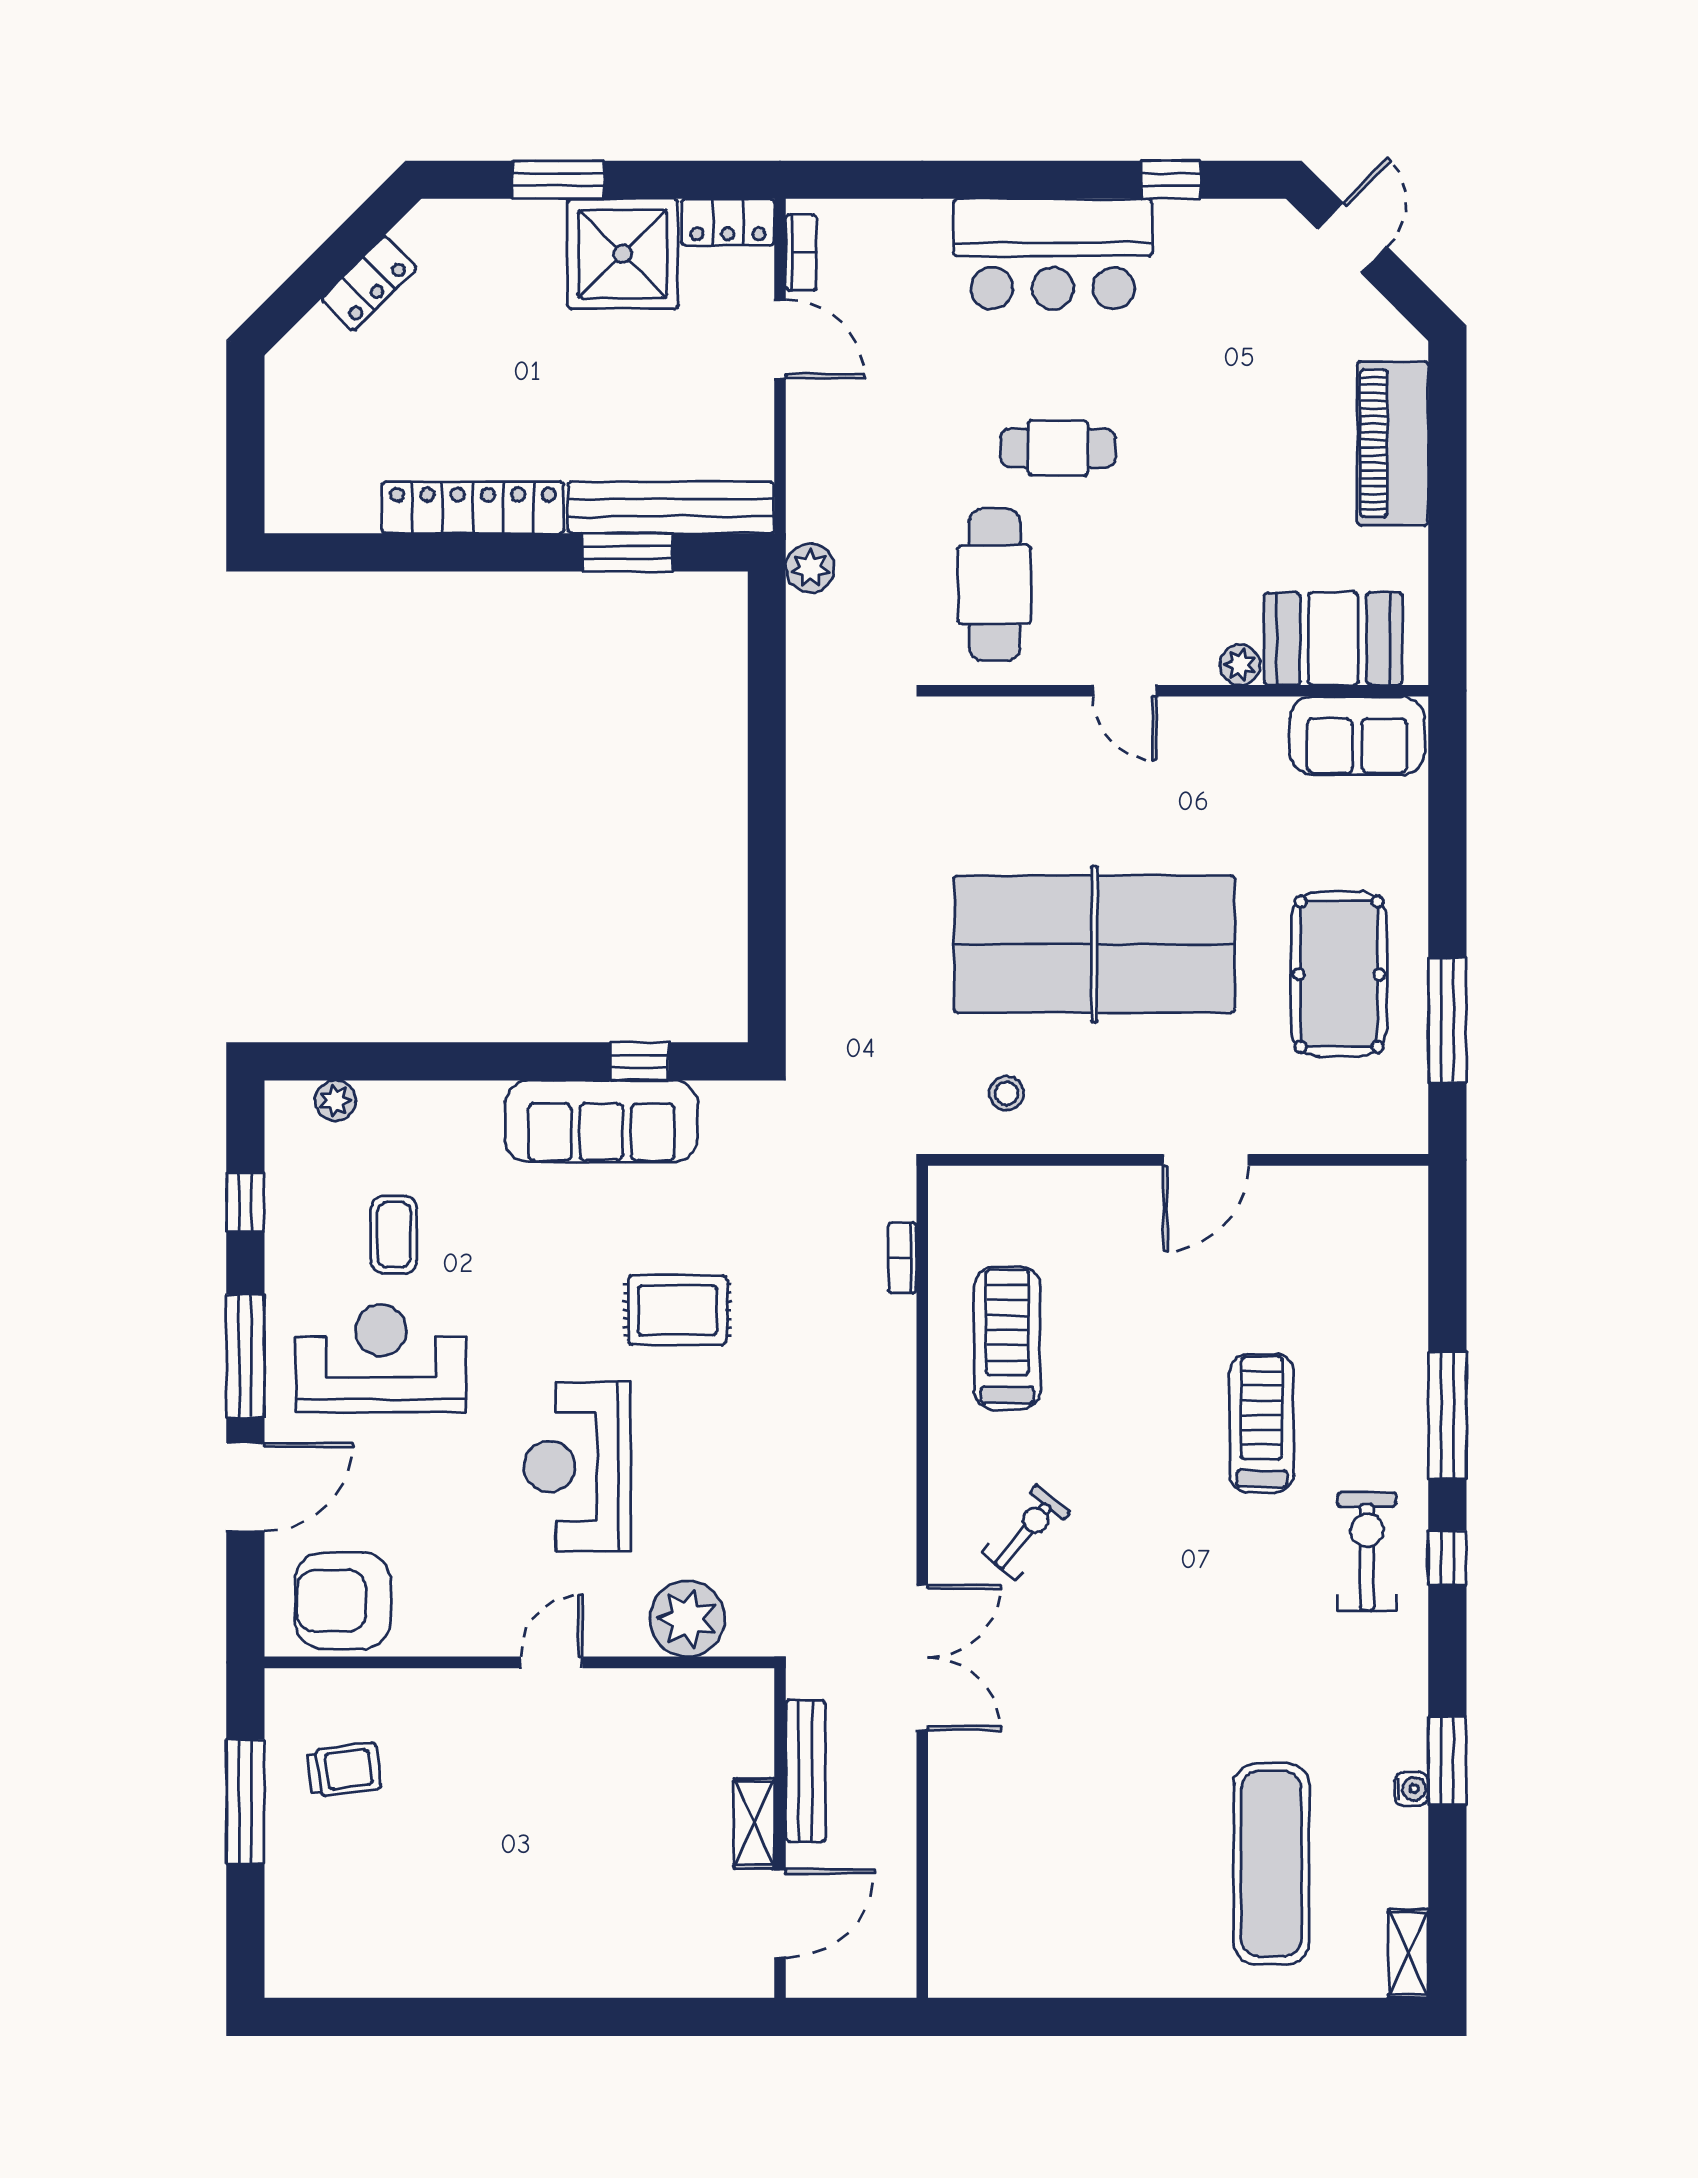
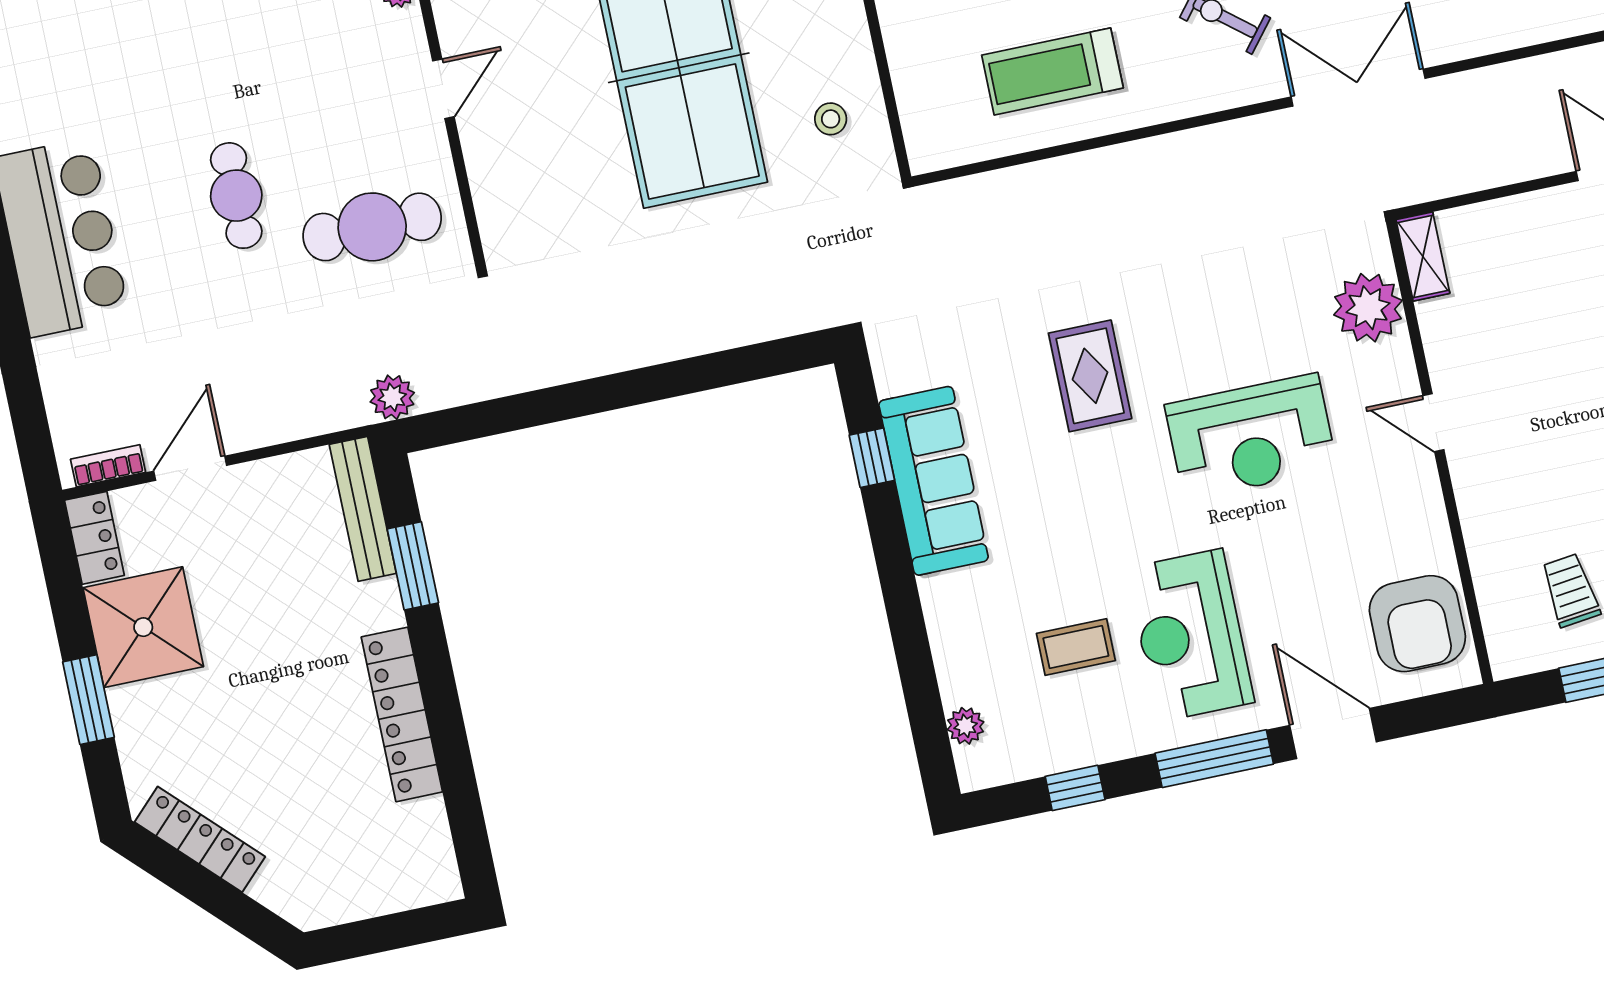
locker: (369, 283) -> (200, 839), width x1.53
bench: (671, 508) -> (363, 509), width x0.73, depth x0.82
bookcase: (902, 1258) -> (1000, 182), removed
bench: (806, 1771) -> (1483, 172), removed
shelving: (754, 1823) -> (1423, 256), moved, turned 90

